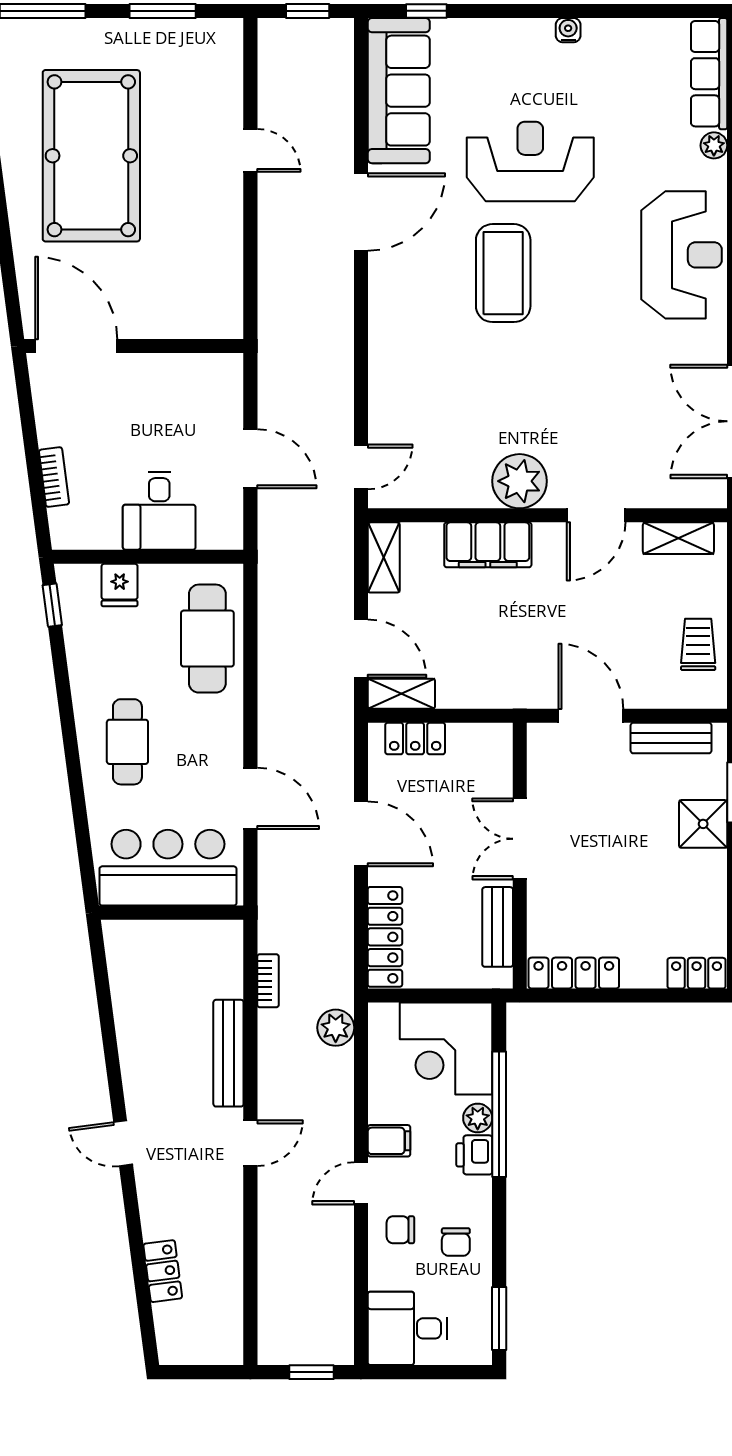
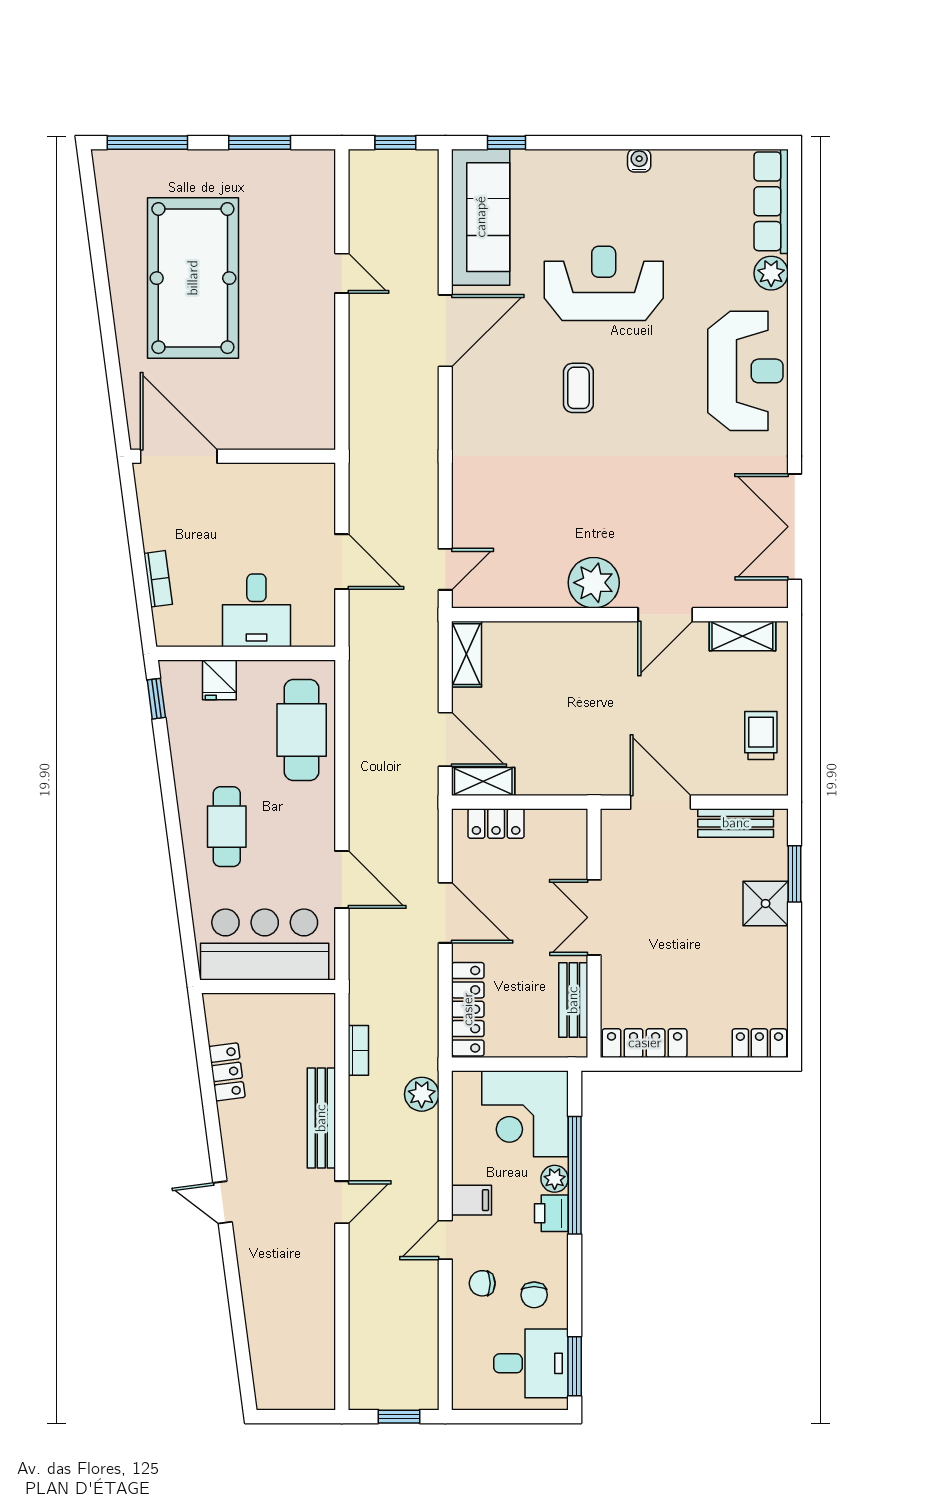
plant: (714, 145) -> (771, 273), width x1.38, depth x1.38
coffee table: (503, 273) -> (578, 388), width x0.54, depth x0.58
filing cabinet: (488, 545) -> (564, 642), removed
locker: (163, 1271) -> (227, 1072), moved
desk: (408, 1328) -> (531, 1363), moved, turned 180

